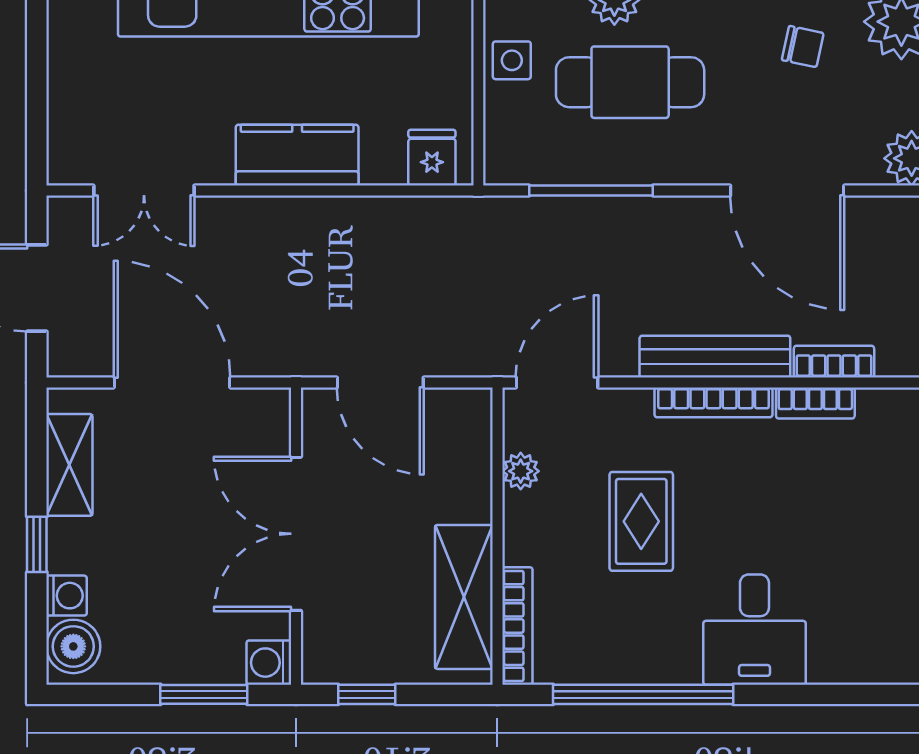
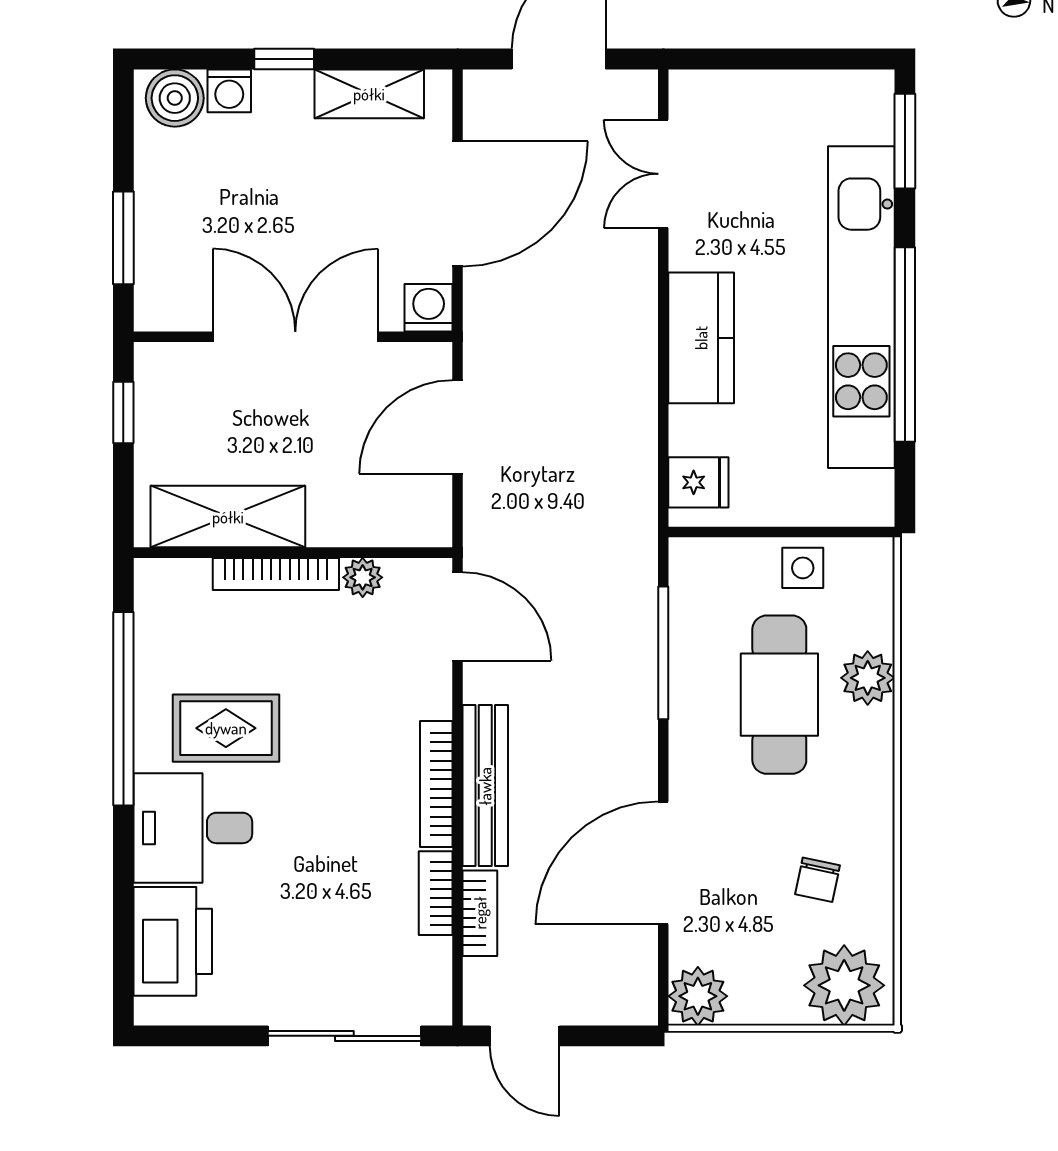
rug: (641, 521) -> (226, 728), moved
bookcase: (517, 626) -> (276, 574), moved
printer: (860, 648) -> (173, 941), added
washing machine: (269, 663) -> (429, 308), moved

